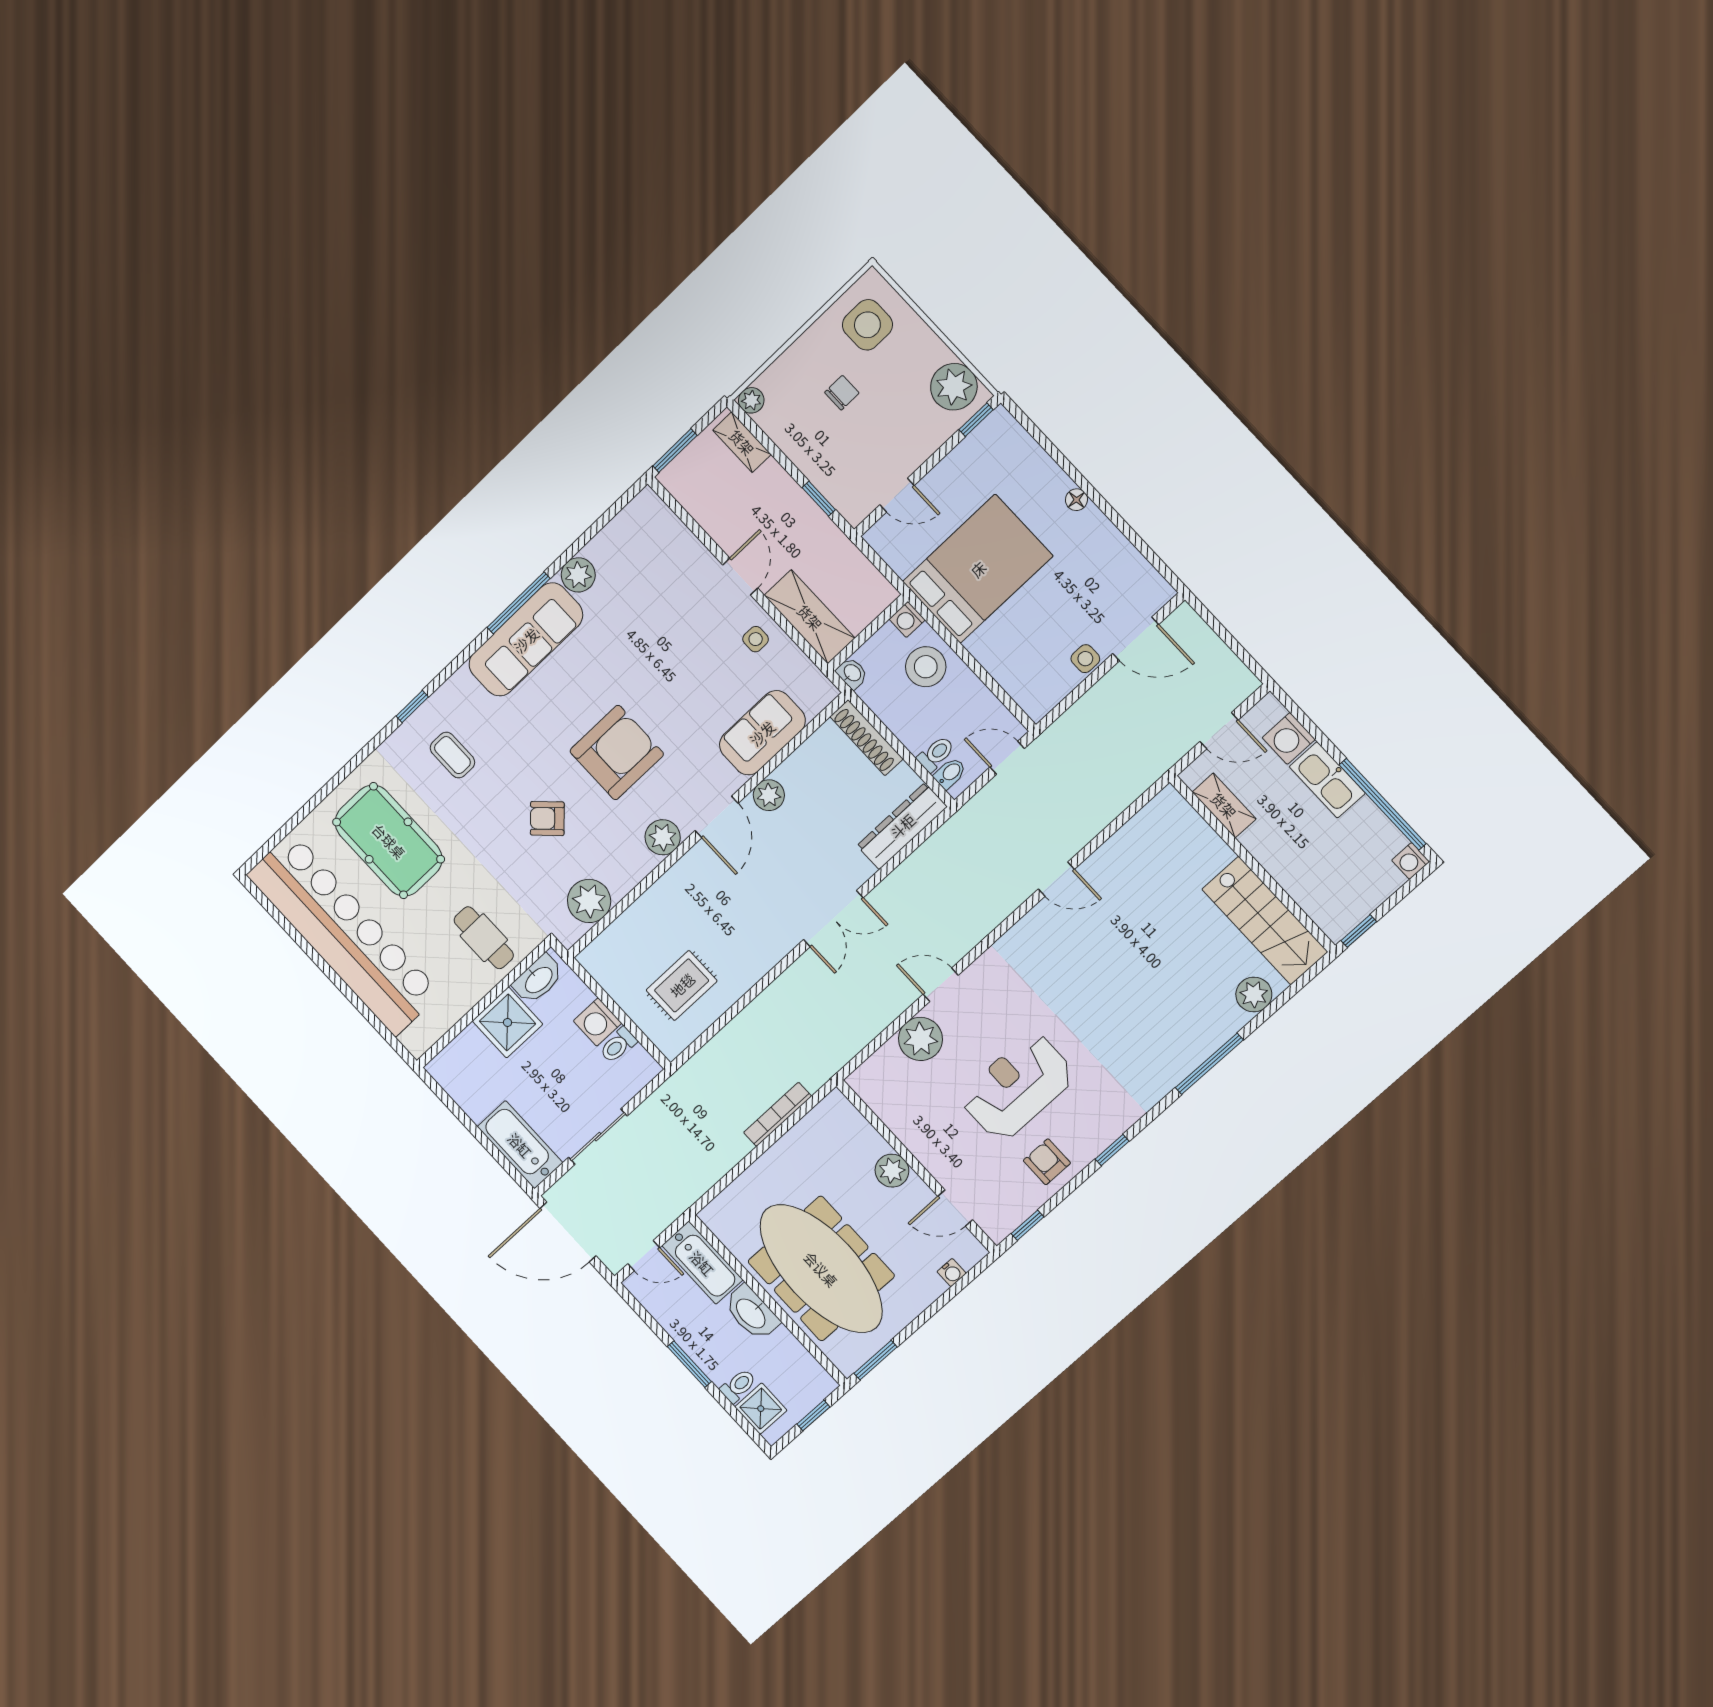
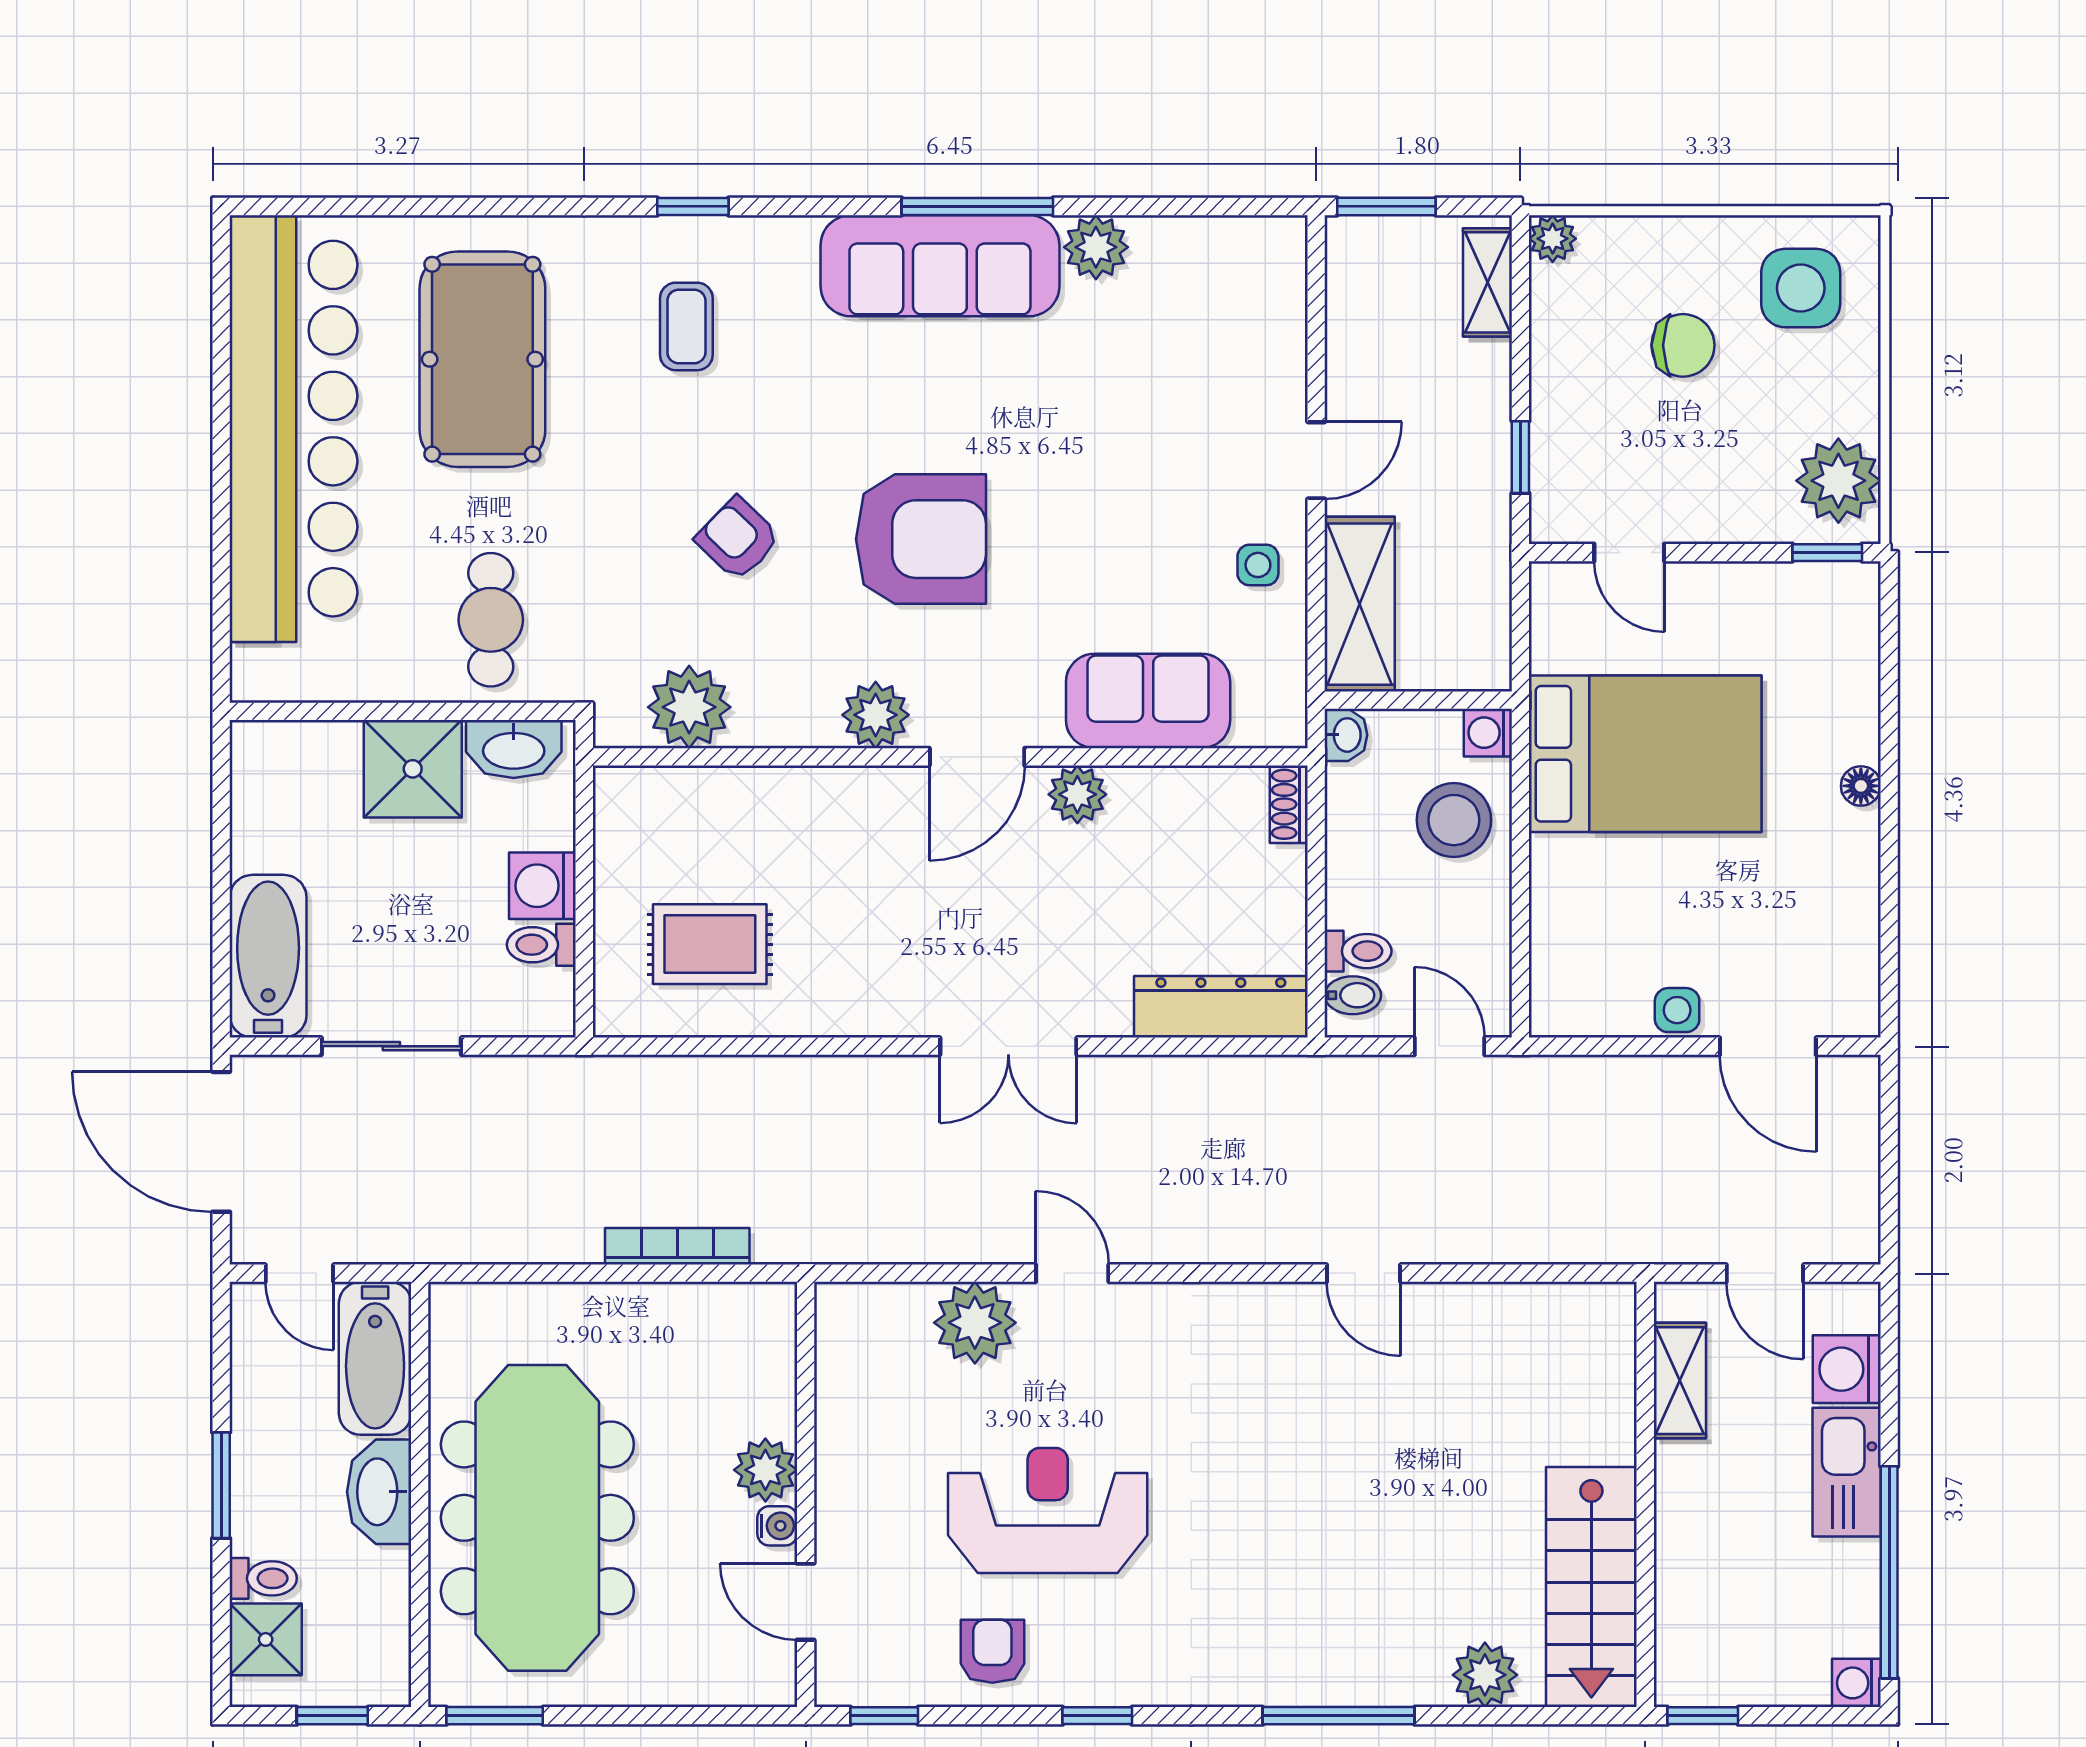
chair: (842, 393) -> (1683, 345), width x1.37, depth x1.37
shoe rack: (866, 738) -> (1289, 804), width x0.51, depth x0.81
water cooler: (952, 1273) -> (777, 1526), moved, turned -90

